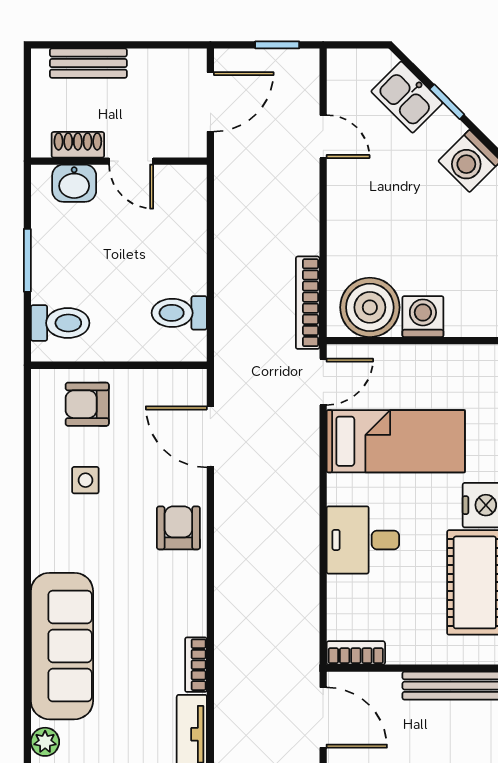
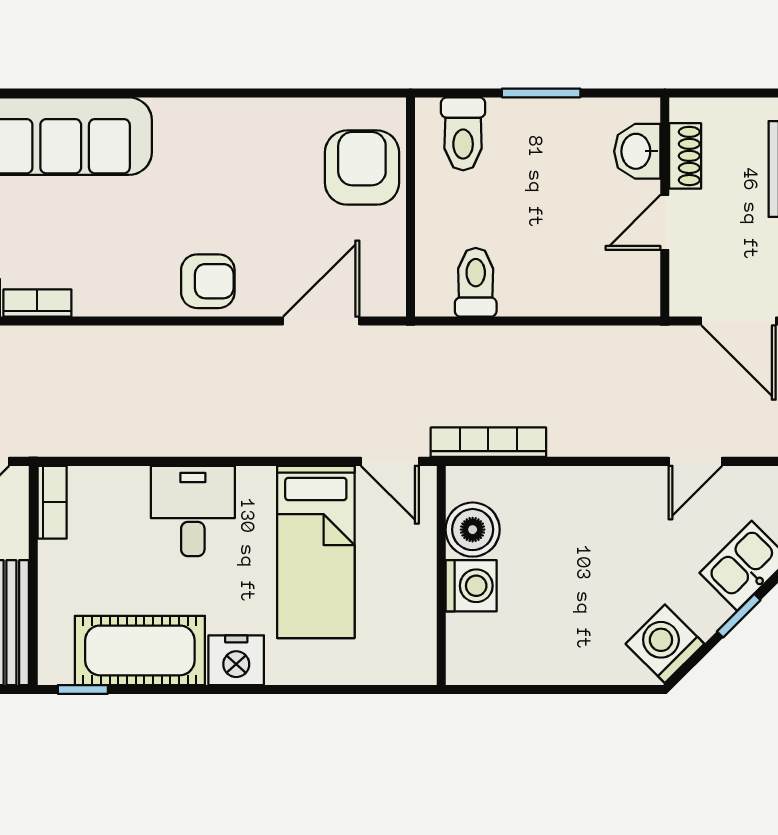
boiler: (370, 307) -> (473, 530), width x0.73, depth x0.73
armchair: (87, 404) -> (362, 168), width x1.38, depth x1.38
side table: (85, 480) -> (267, 165), removed

